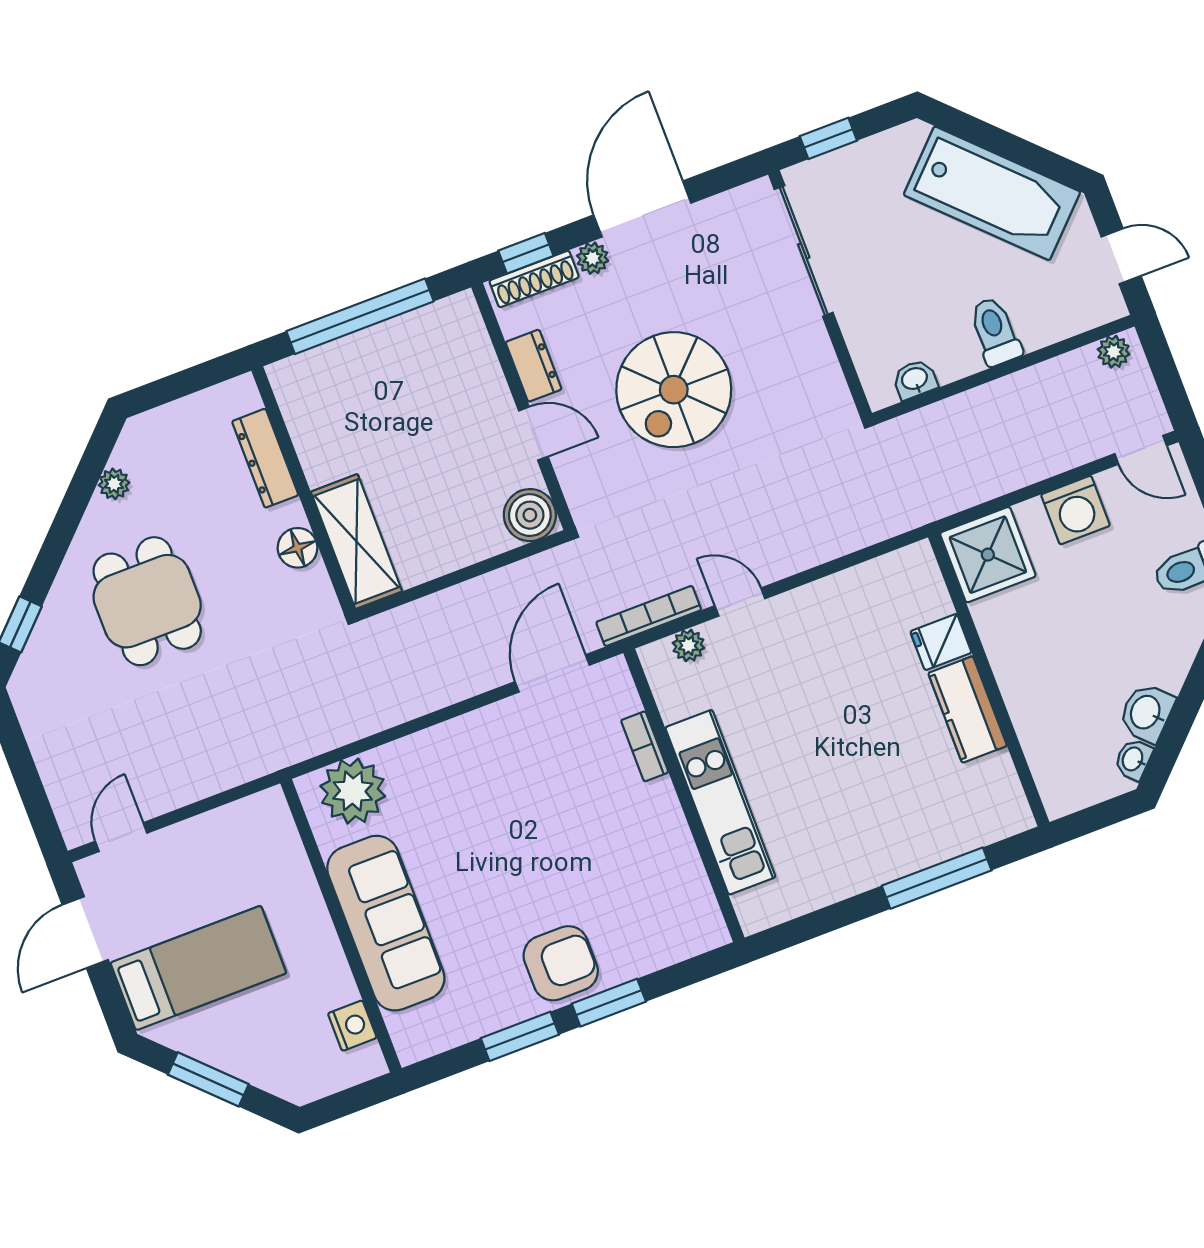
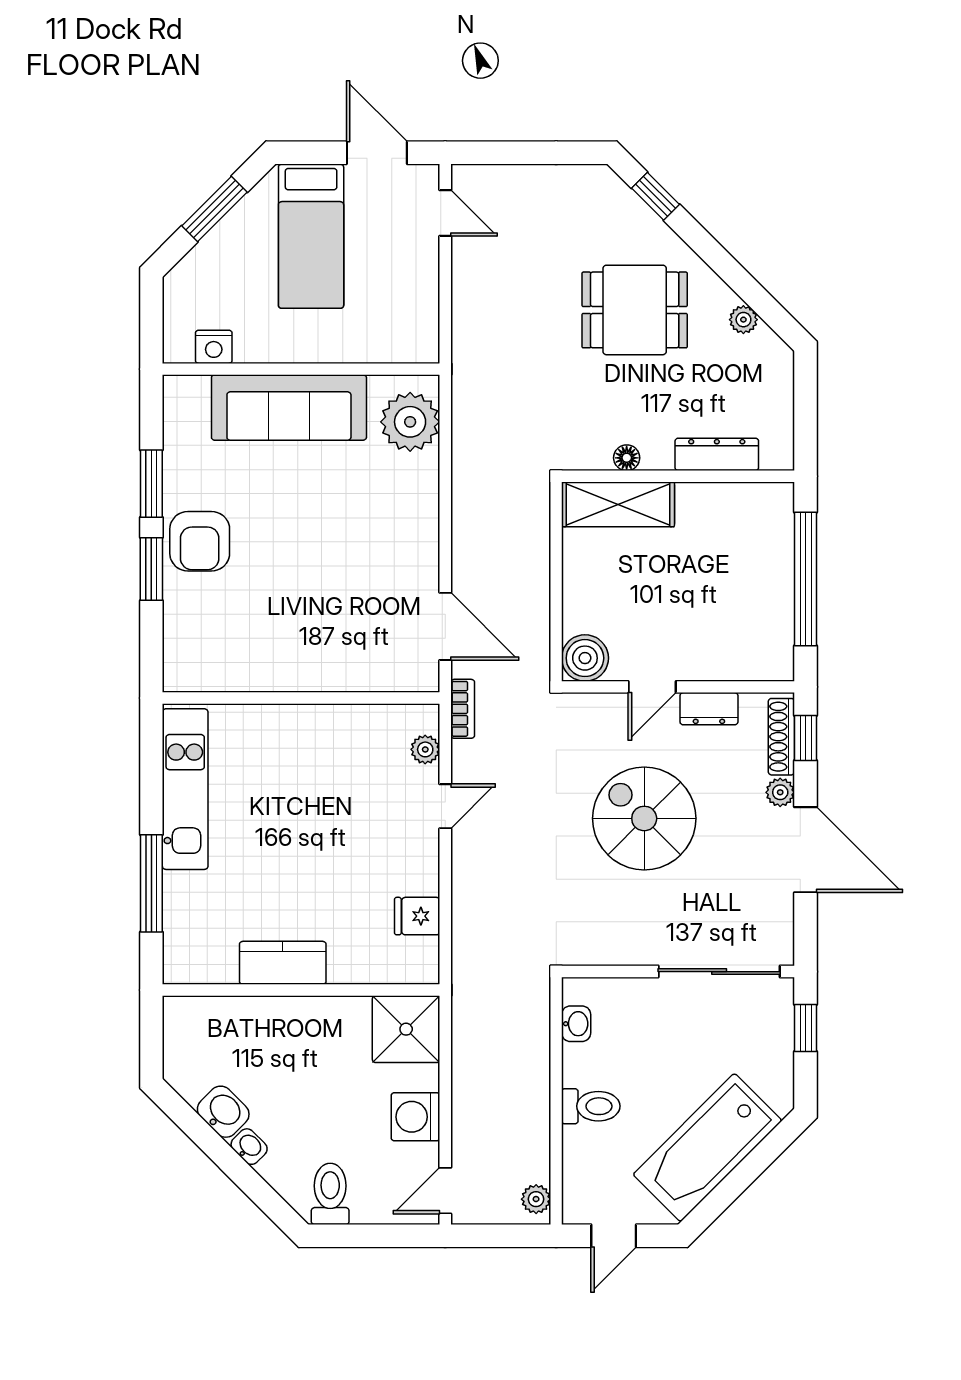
floor lamp: (298, 548) -> (627, 458), width x0.73, depth x0.73
bookcase: (649, 616) -> (463, 709), width x0.64
fridge: (941, 642) -> (417, 916), moved, turned -90
bookcase: (645, 746) -> (355, 681), removed
washbasin: (1133, 759) -> (249, 1147), moved
kitchen unit: (720, 802) -> (185, 789), moved, turned -90

